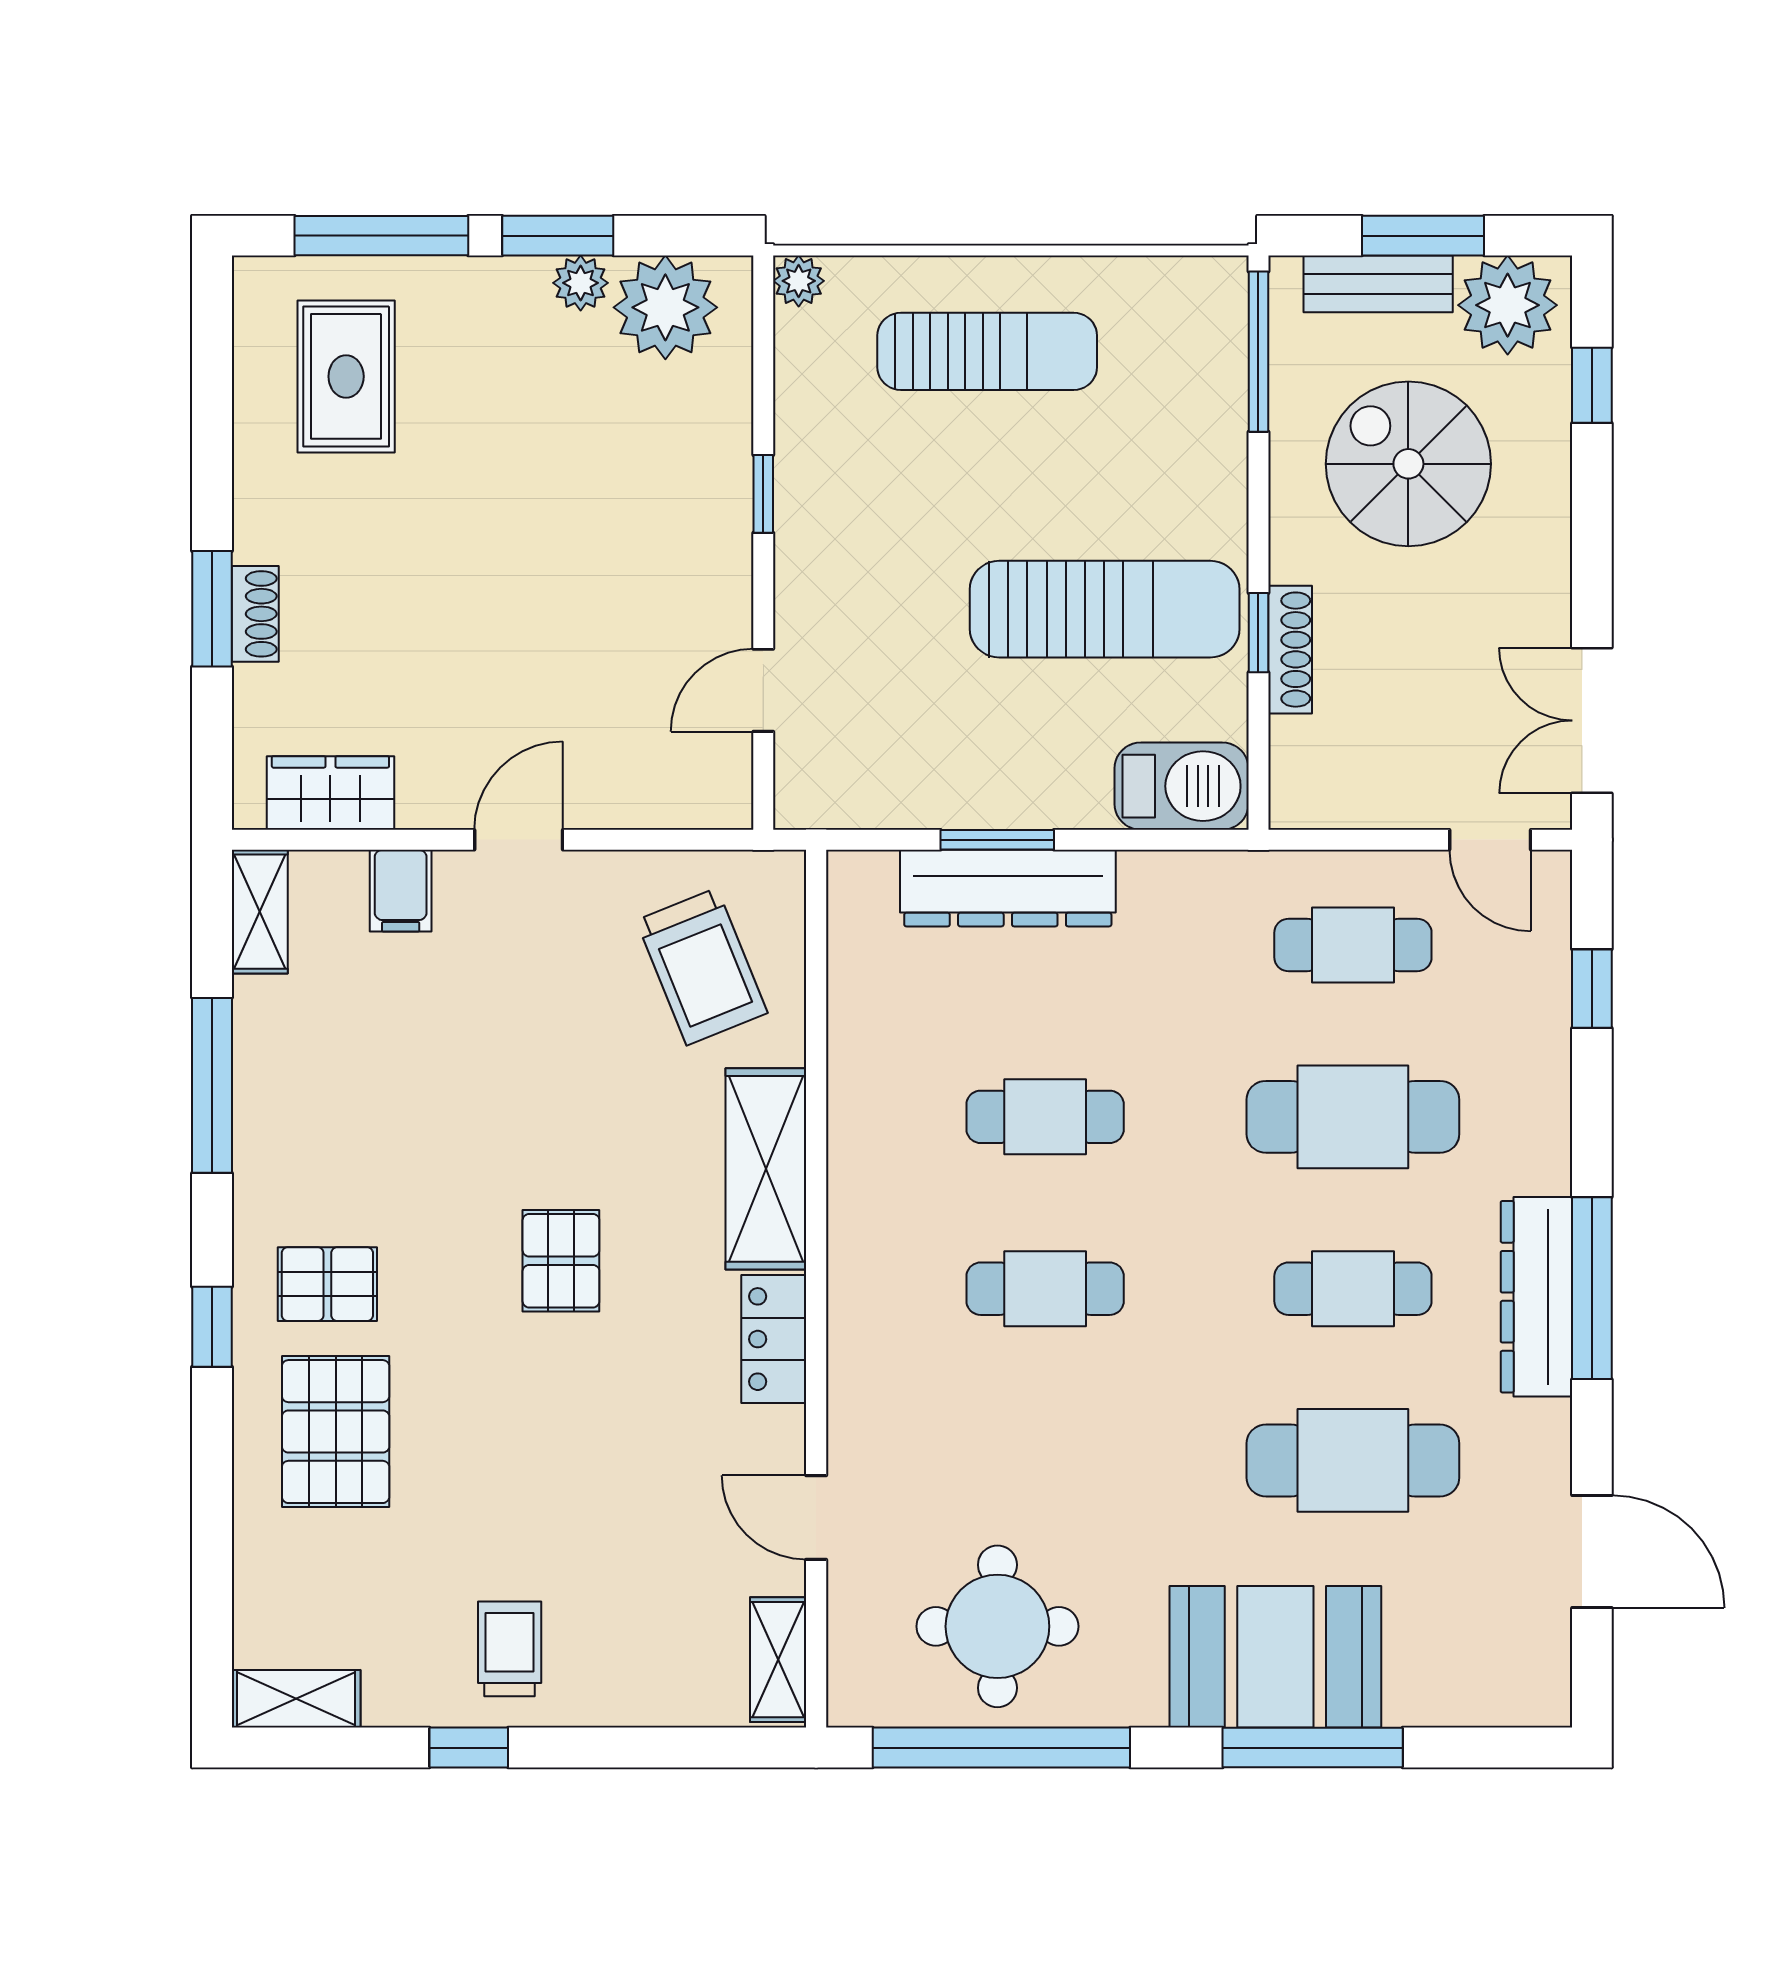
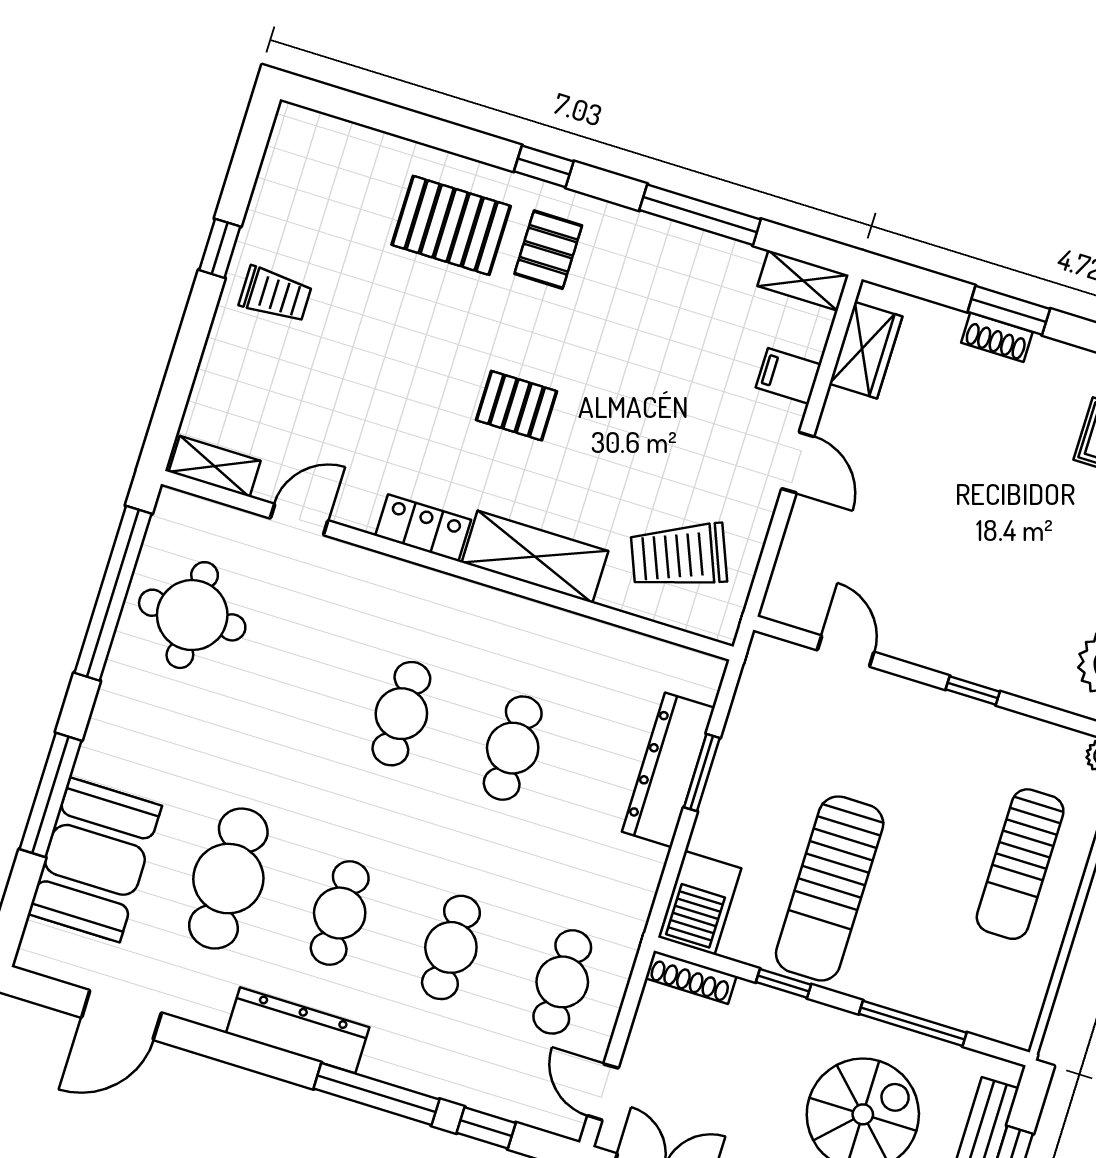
window: (1258, 352) -> (913, 1023), moved
shoe rack: (1290, 650) -> (691, 977), moved
door: (1490, 840) -> (603, 1092), hinge flipped
cafe table: (1353, 1117) -> (451, 947), width x0.73, depth x0.74
window: (1592, 1288) -> (376, 1094), moved
booth: (1275, 1657) -> (95, 860), moved
shelving: (296, 1699) -> (286, 146), removed

